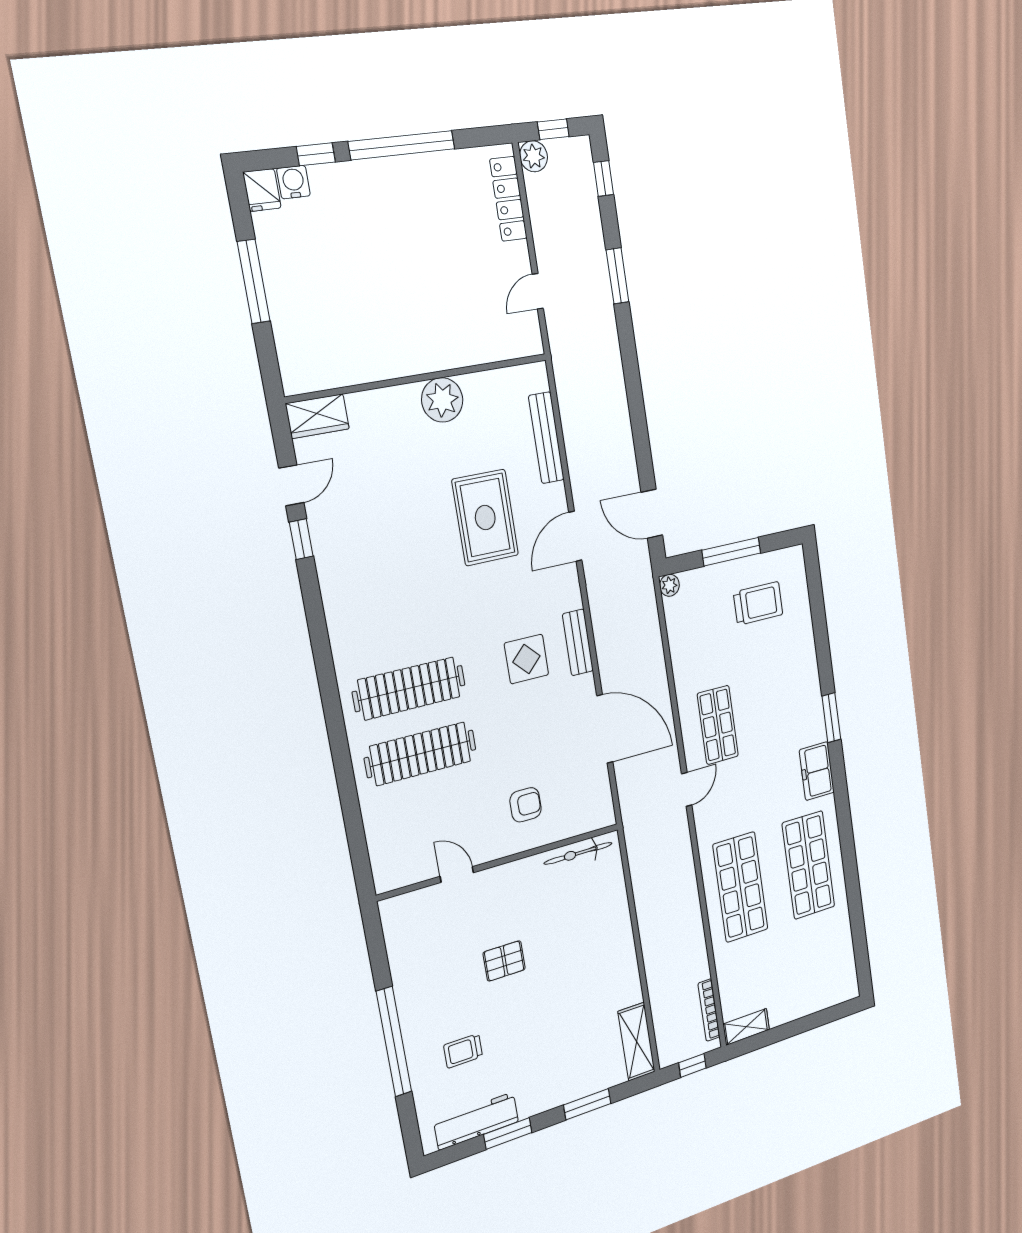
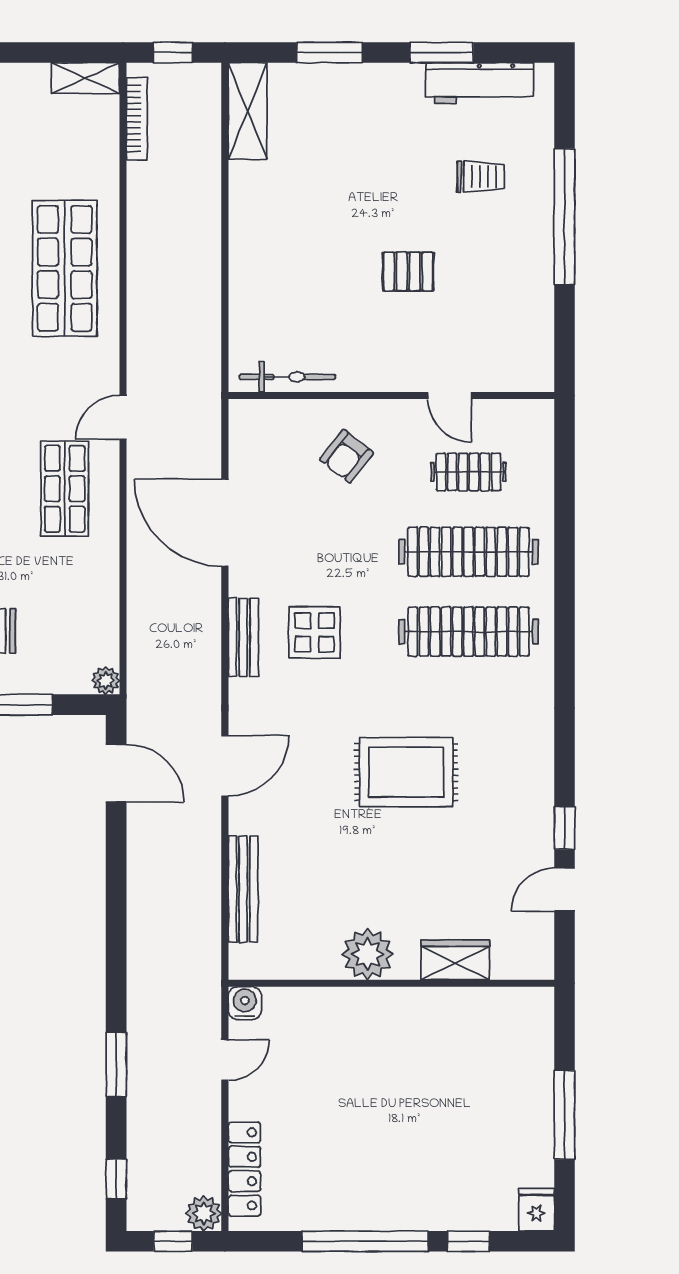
water cooler: (293, 182) -> (245, 1003), moved, turned 180
wardrobe: (317, 416) -> (455, 960), moved
rug: (485, 518) -> (406, 772), moved, turned 90
armchair: (526, 805) -> (347, 456), turned -52
clothes rail: (432, 818) -> (468, 472), added

